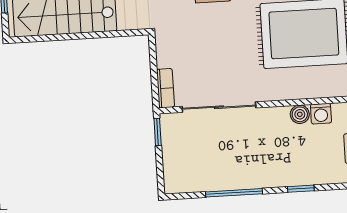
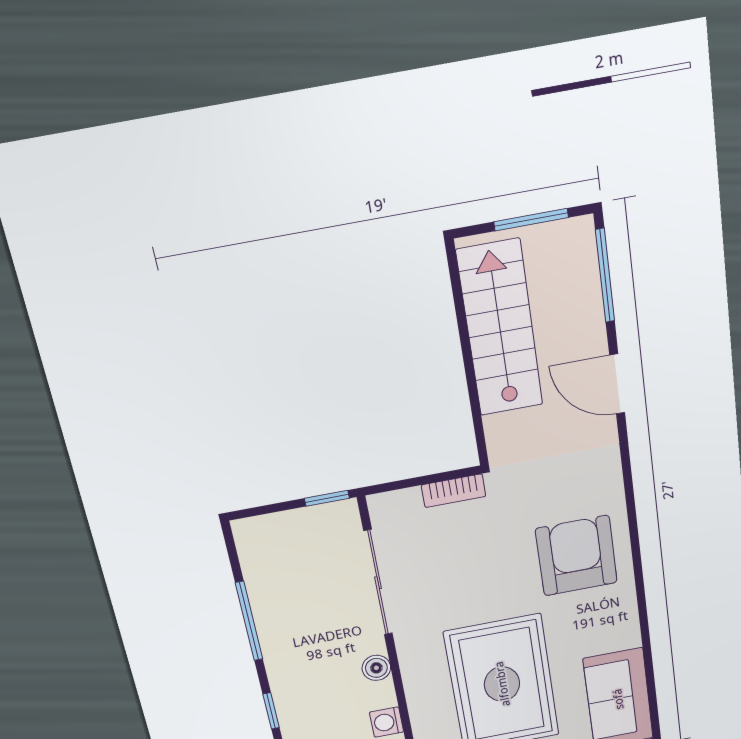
bookcase: (165, 88) -> (454, 491), moved
boiler: (300, 114) -> (376, 668), moved

